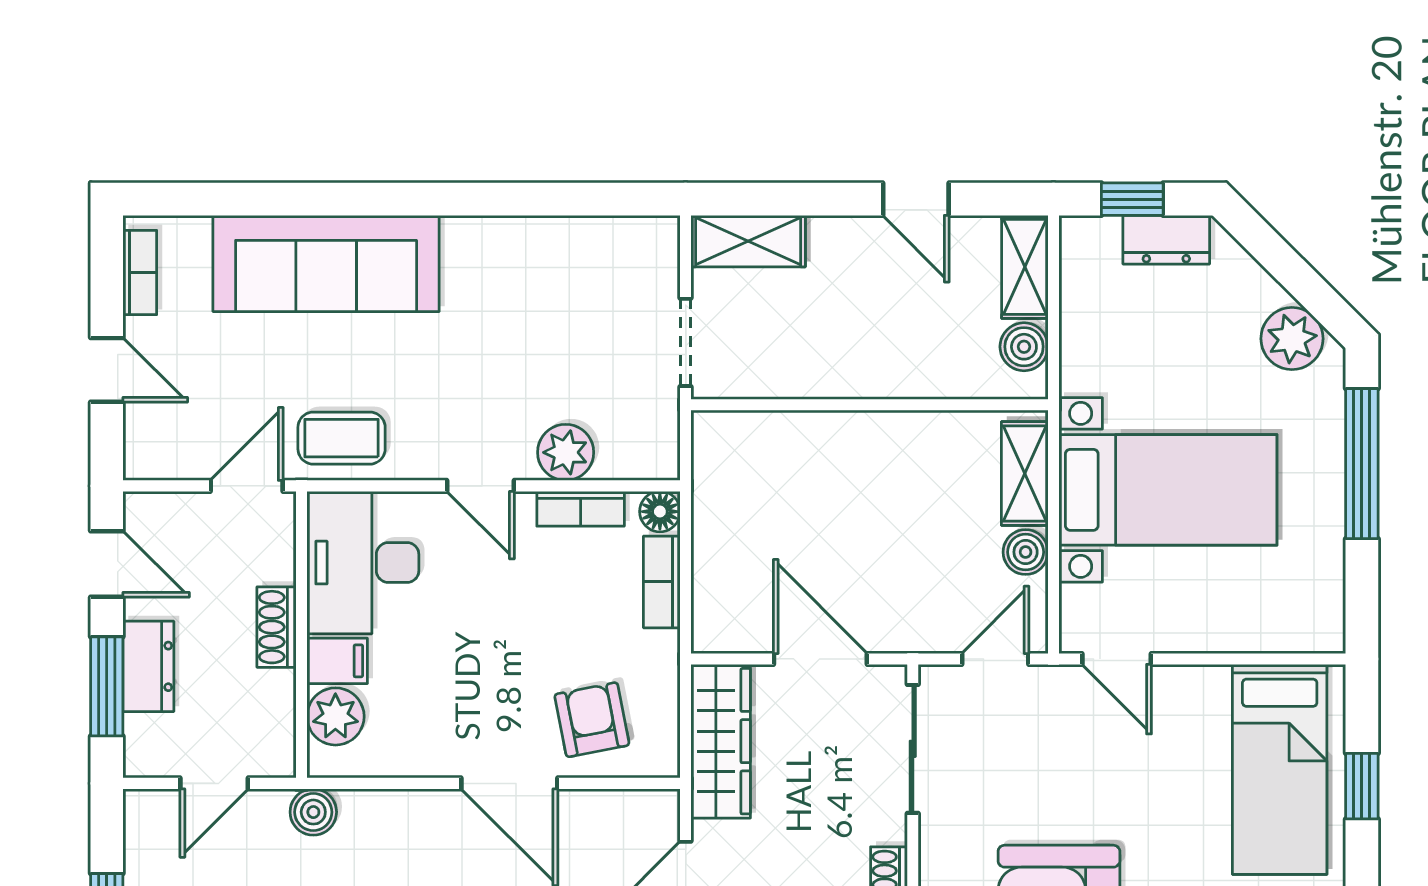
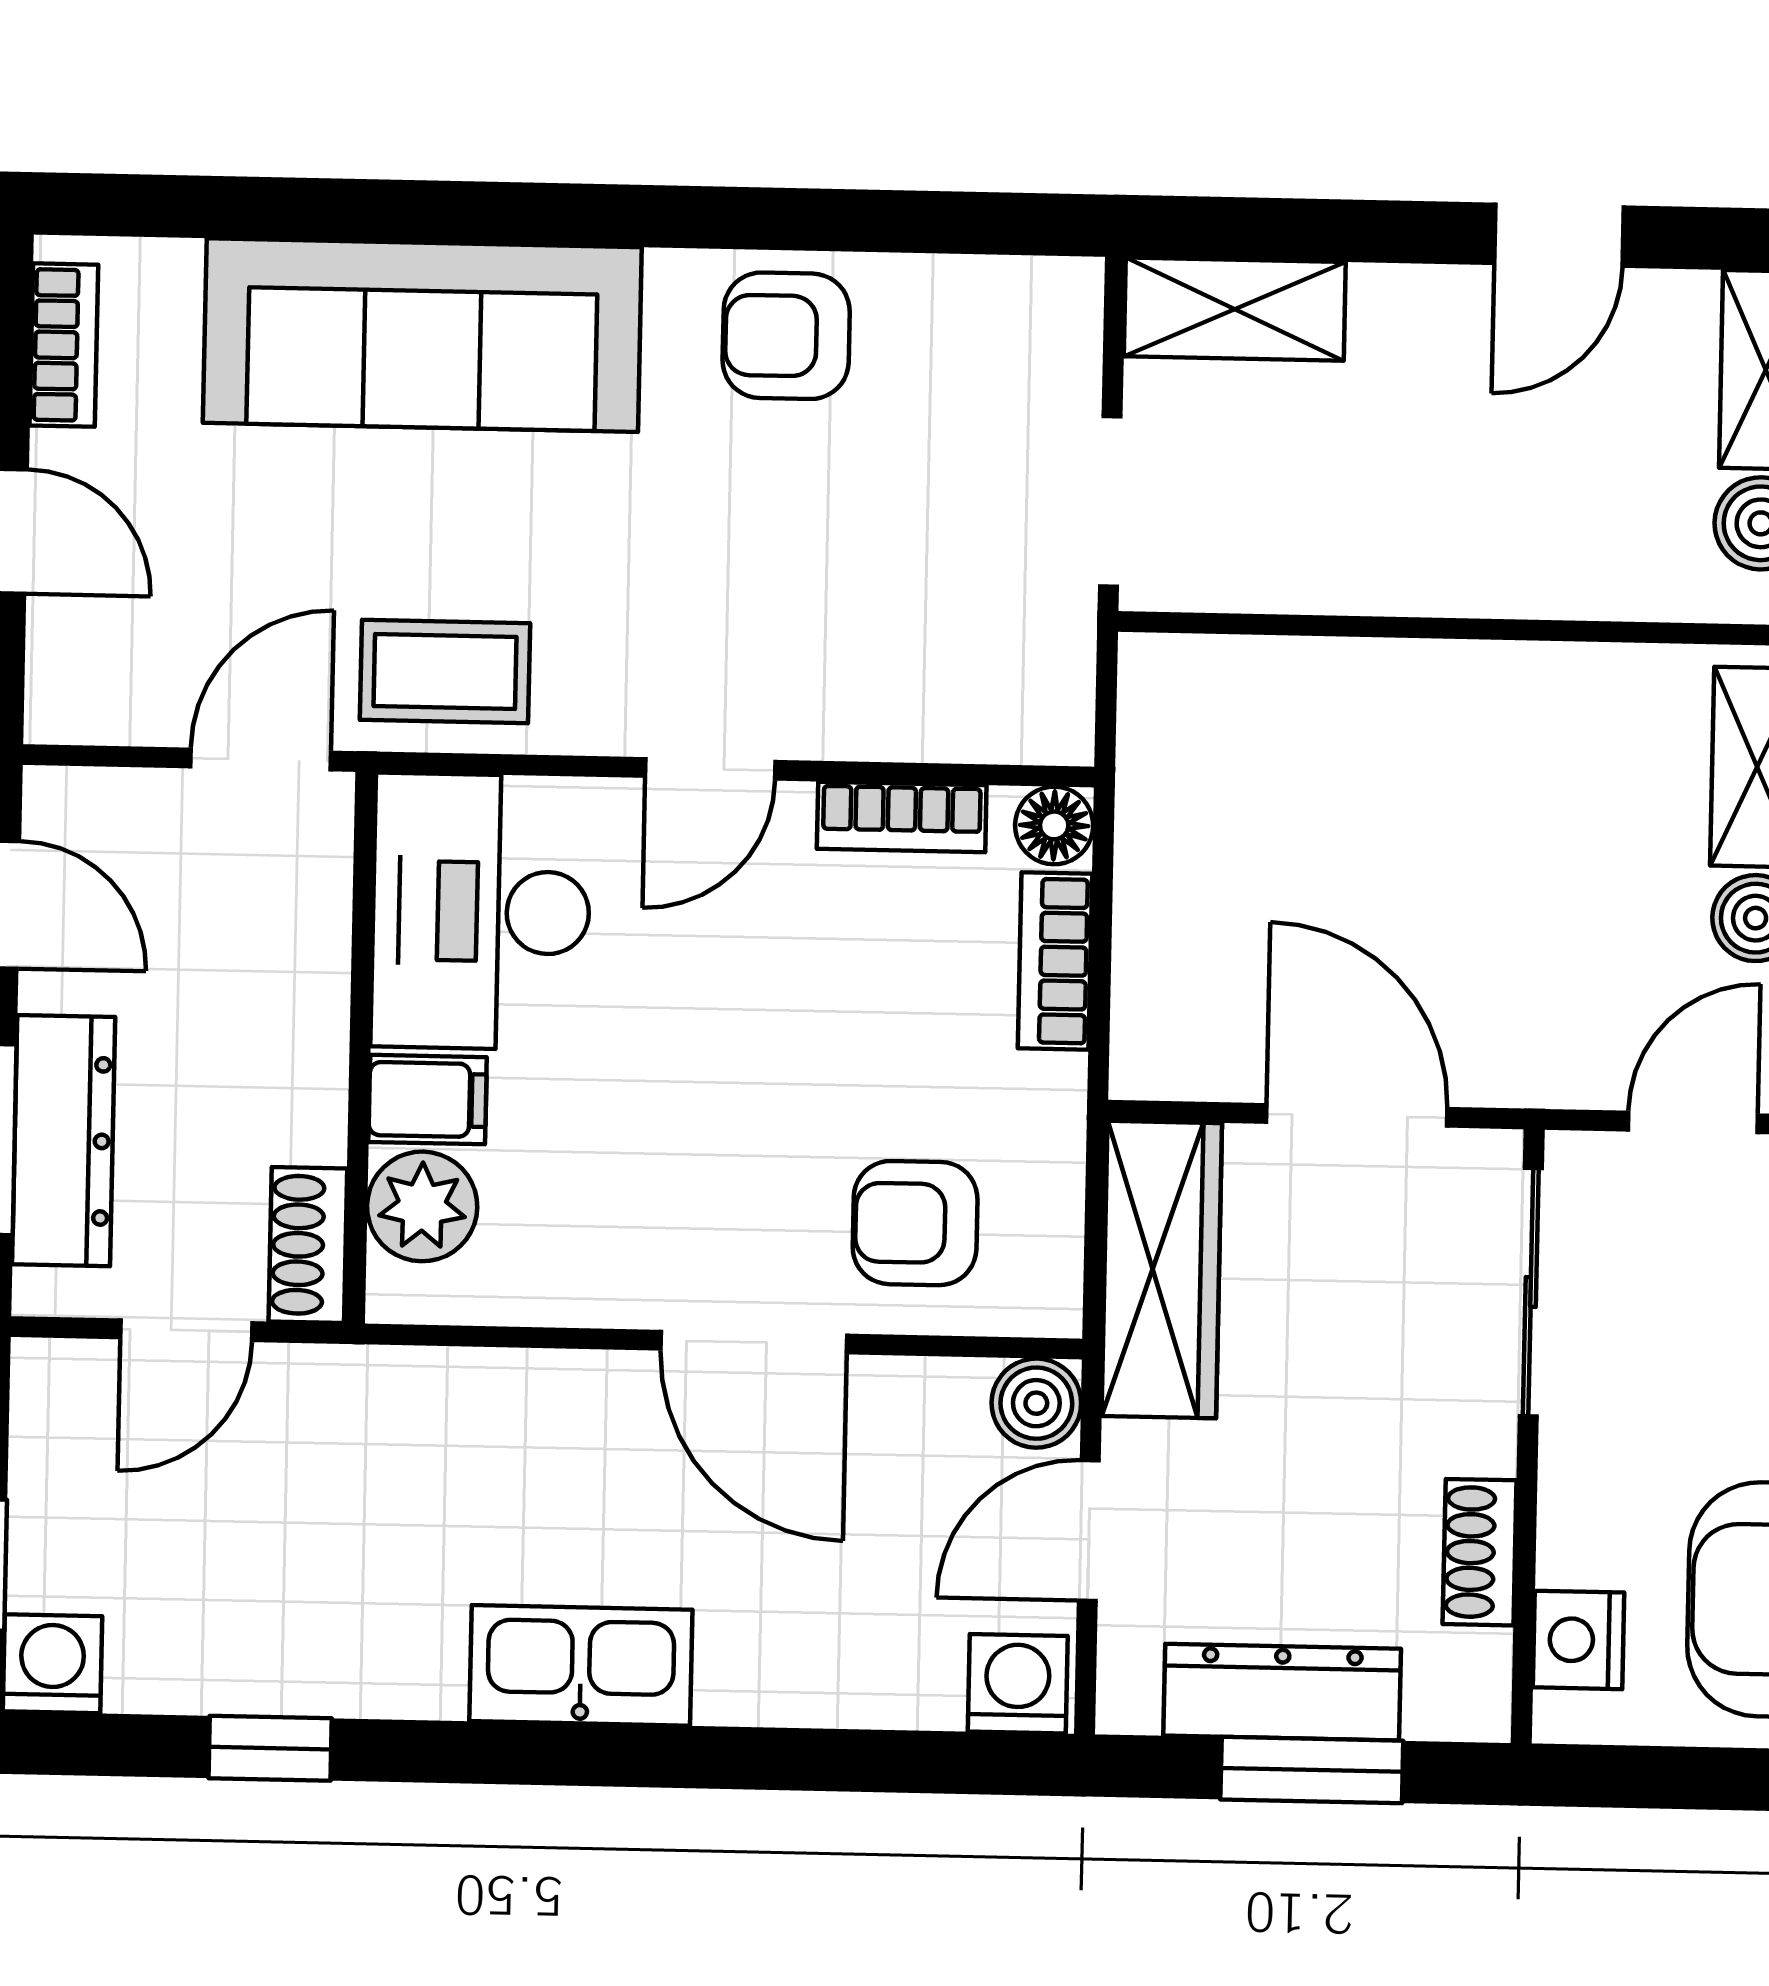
door: (916, 199) -> (1559, 235), hinge flipped
armchair: (515, 260) -> (786, 336), added
plant: (566, 452) -> (875, 708), removed
door: (480, 486) -> (710, 769), hinge flipped
shoe rack: (277, 627) -> (308, 1245), moved
dresser: (148, 666) -> (64, 1141), width x1.44
armchair: (592, 720) -> (915, 1223), turned -79
boiler: (313, 812) -> (1036, 1403), moved

